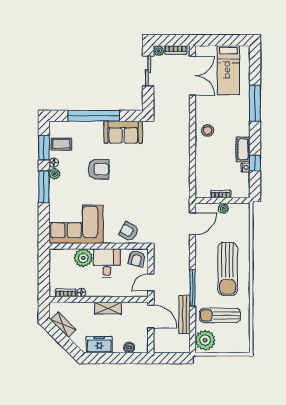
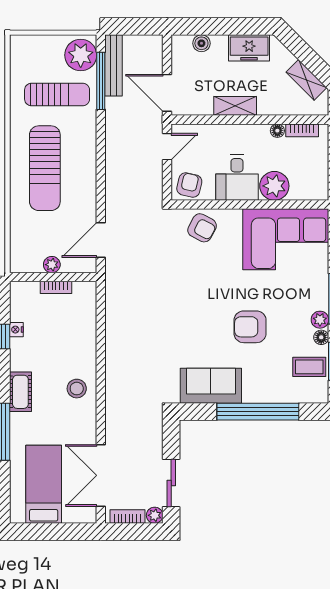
cot: (243, 149) -> (20, 392), moved
sun lounger: (228, 269) -> (45, 168), turned 180
window: (192, 288) -> (101, 81), moved
bench: (184, 315) -> (113, 65), moved

